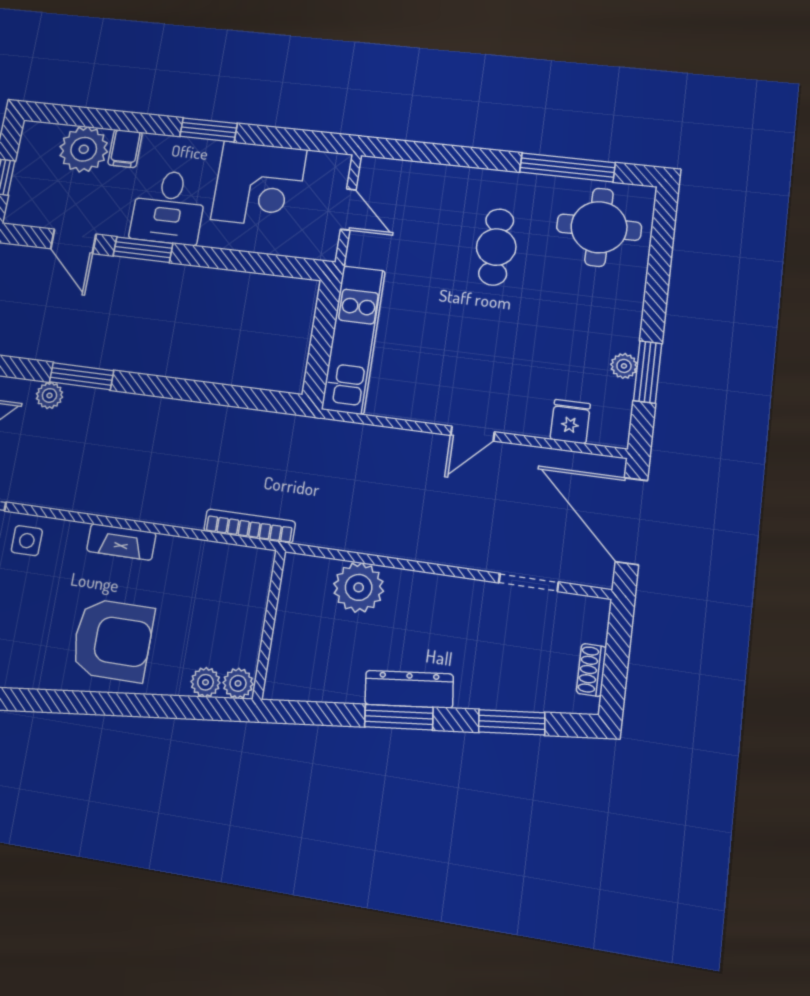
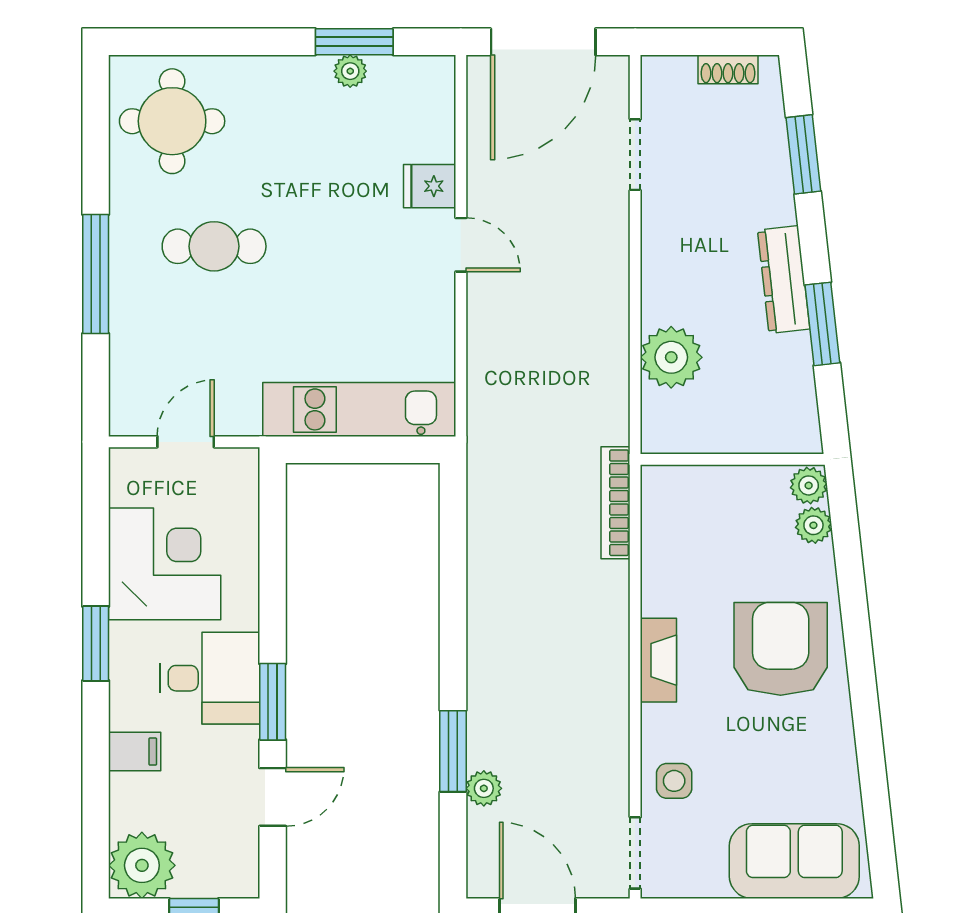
plant: (84, 149) -> (142, 865), moved
window: (567, 167) -> (96, 274), moved
fridge: (570, 422) -> (430, 186), moved
window: (399, 717) -> (822, 324), moved

